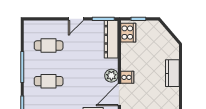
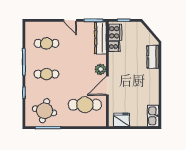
door: (76, 19) -> (70, 20), hinge flipped
kitchen counter: (172, 73) -> (153, 57), moved
cooker: (127, 77) -> (114, 47), moved

